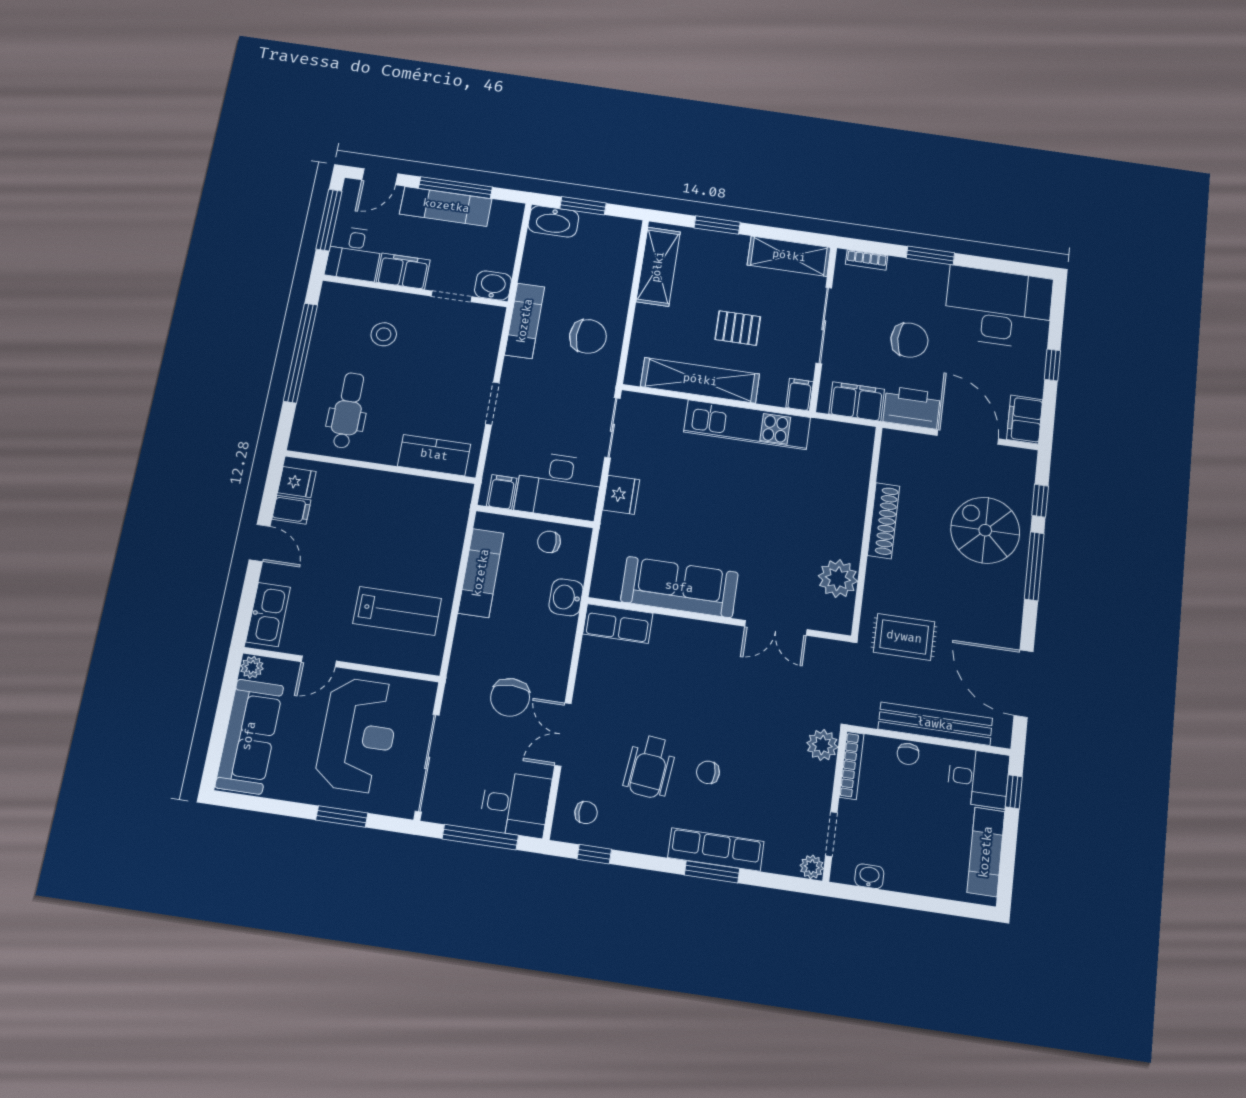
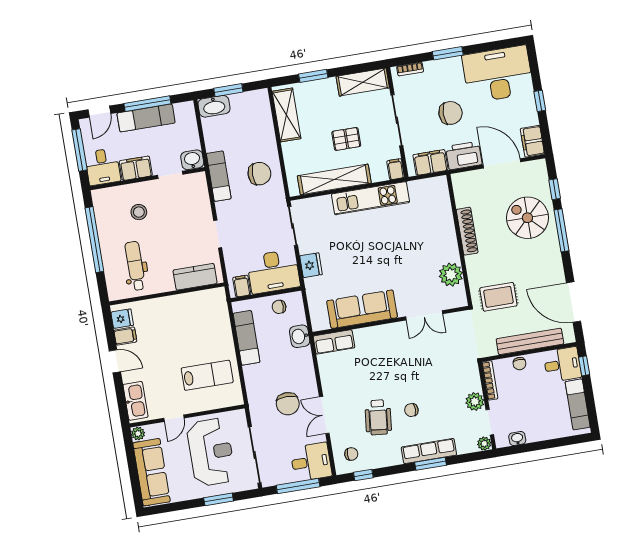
plant: (822, 745) -> (475, 402), moved

